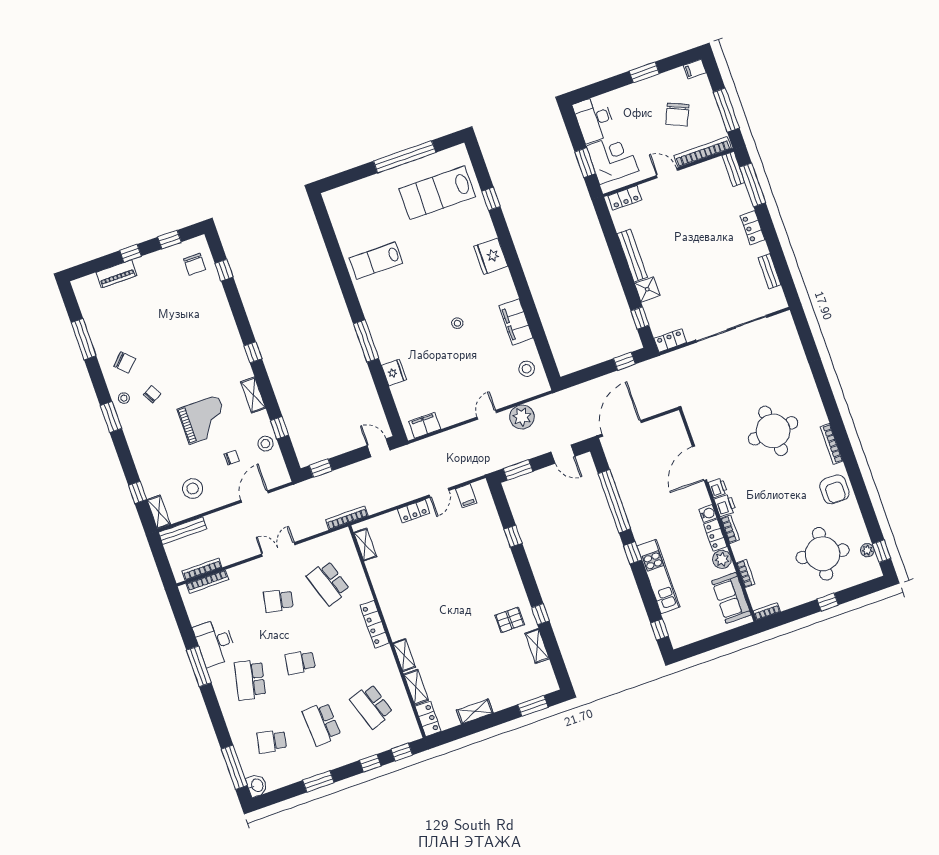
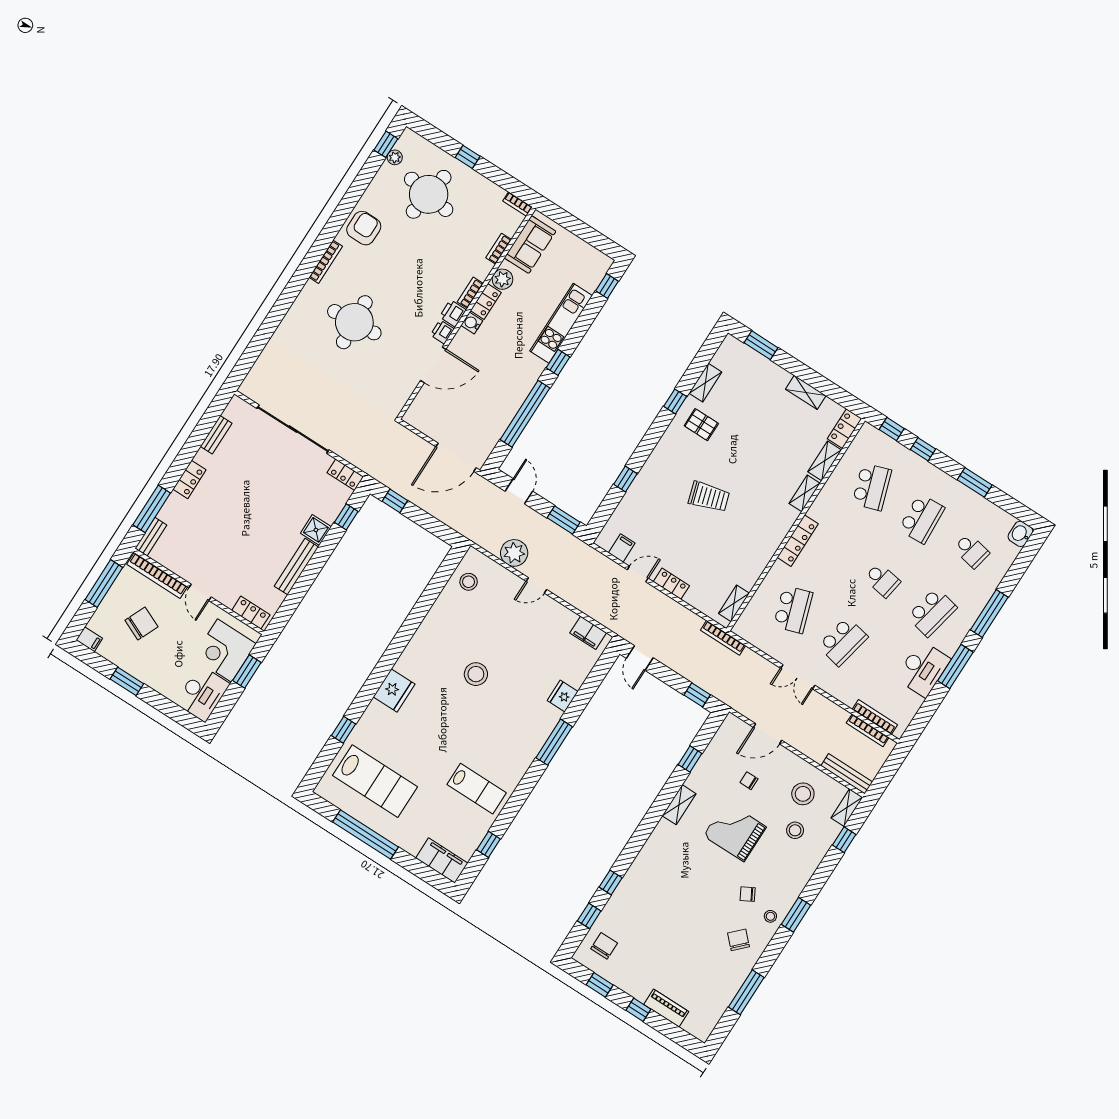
window: (330, 238) -> (489, 844), added
filing cabinet: (516, 322) -> (442, 861), moved, turned -90
stool: (457, 323) -> (476, 674), width x1.89, depth x1.89
window: (253, 352) -> (611, 882), moved
stool: (265, 444) -> (795, 830), moved
trolley: (454, 586) -> (709, 497), added
school desk: (278, 601) -> (843, 641), width x1.85
window: (234, 767) -> (989, 614), moved

